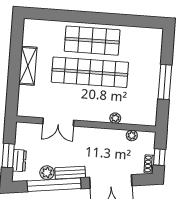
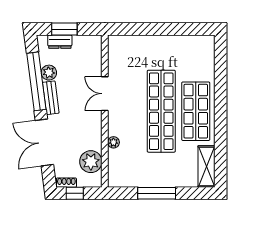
shelving: (28, 66) -> (206, 166), moved, turned 90
double door: (58, 122) -> (105, 94), moved
plant: (132, 135) -> (91, 162), width x1.87, depth x1.87

